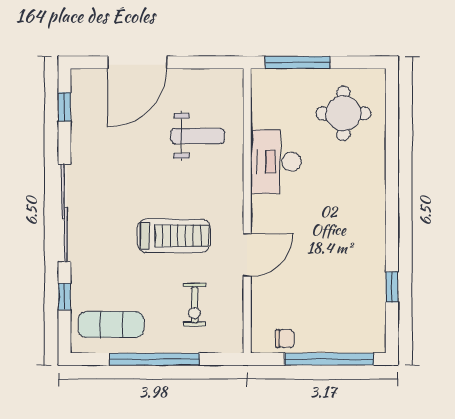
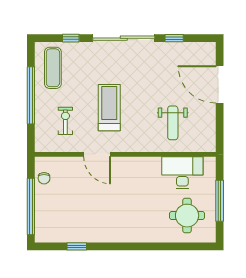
window: (298, 62) -> (220, 201), moved
window: (64, 107) -> (174, 38), moved
desk: (276, 162) -> (182, 173), moved
treadmill: (174, 236) -> (109, 108), turned 180
exercise bike: (194, 305) -> (65, 121), turned 90

